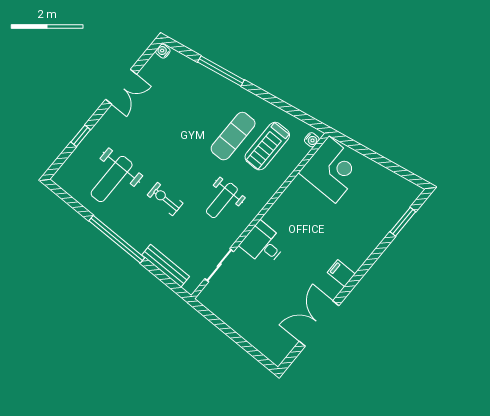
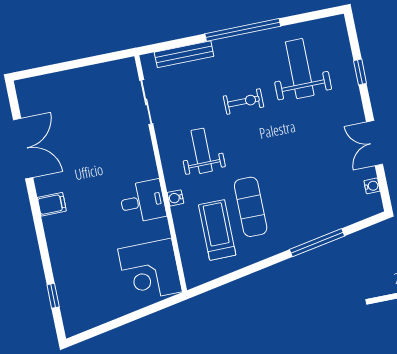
water cooler: (163, 51) -> (372, 186), moved
water cooler: (312, 140) -> (175, 198), moved
window: (403, 222) -> (53, 296), width x0.67
desk: (263, 244) -> (143, 201), moved

